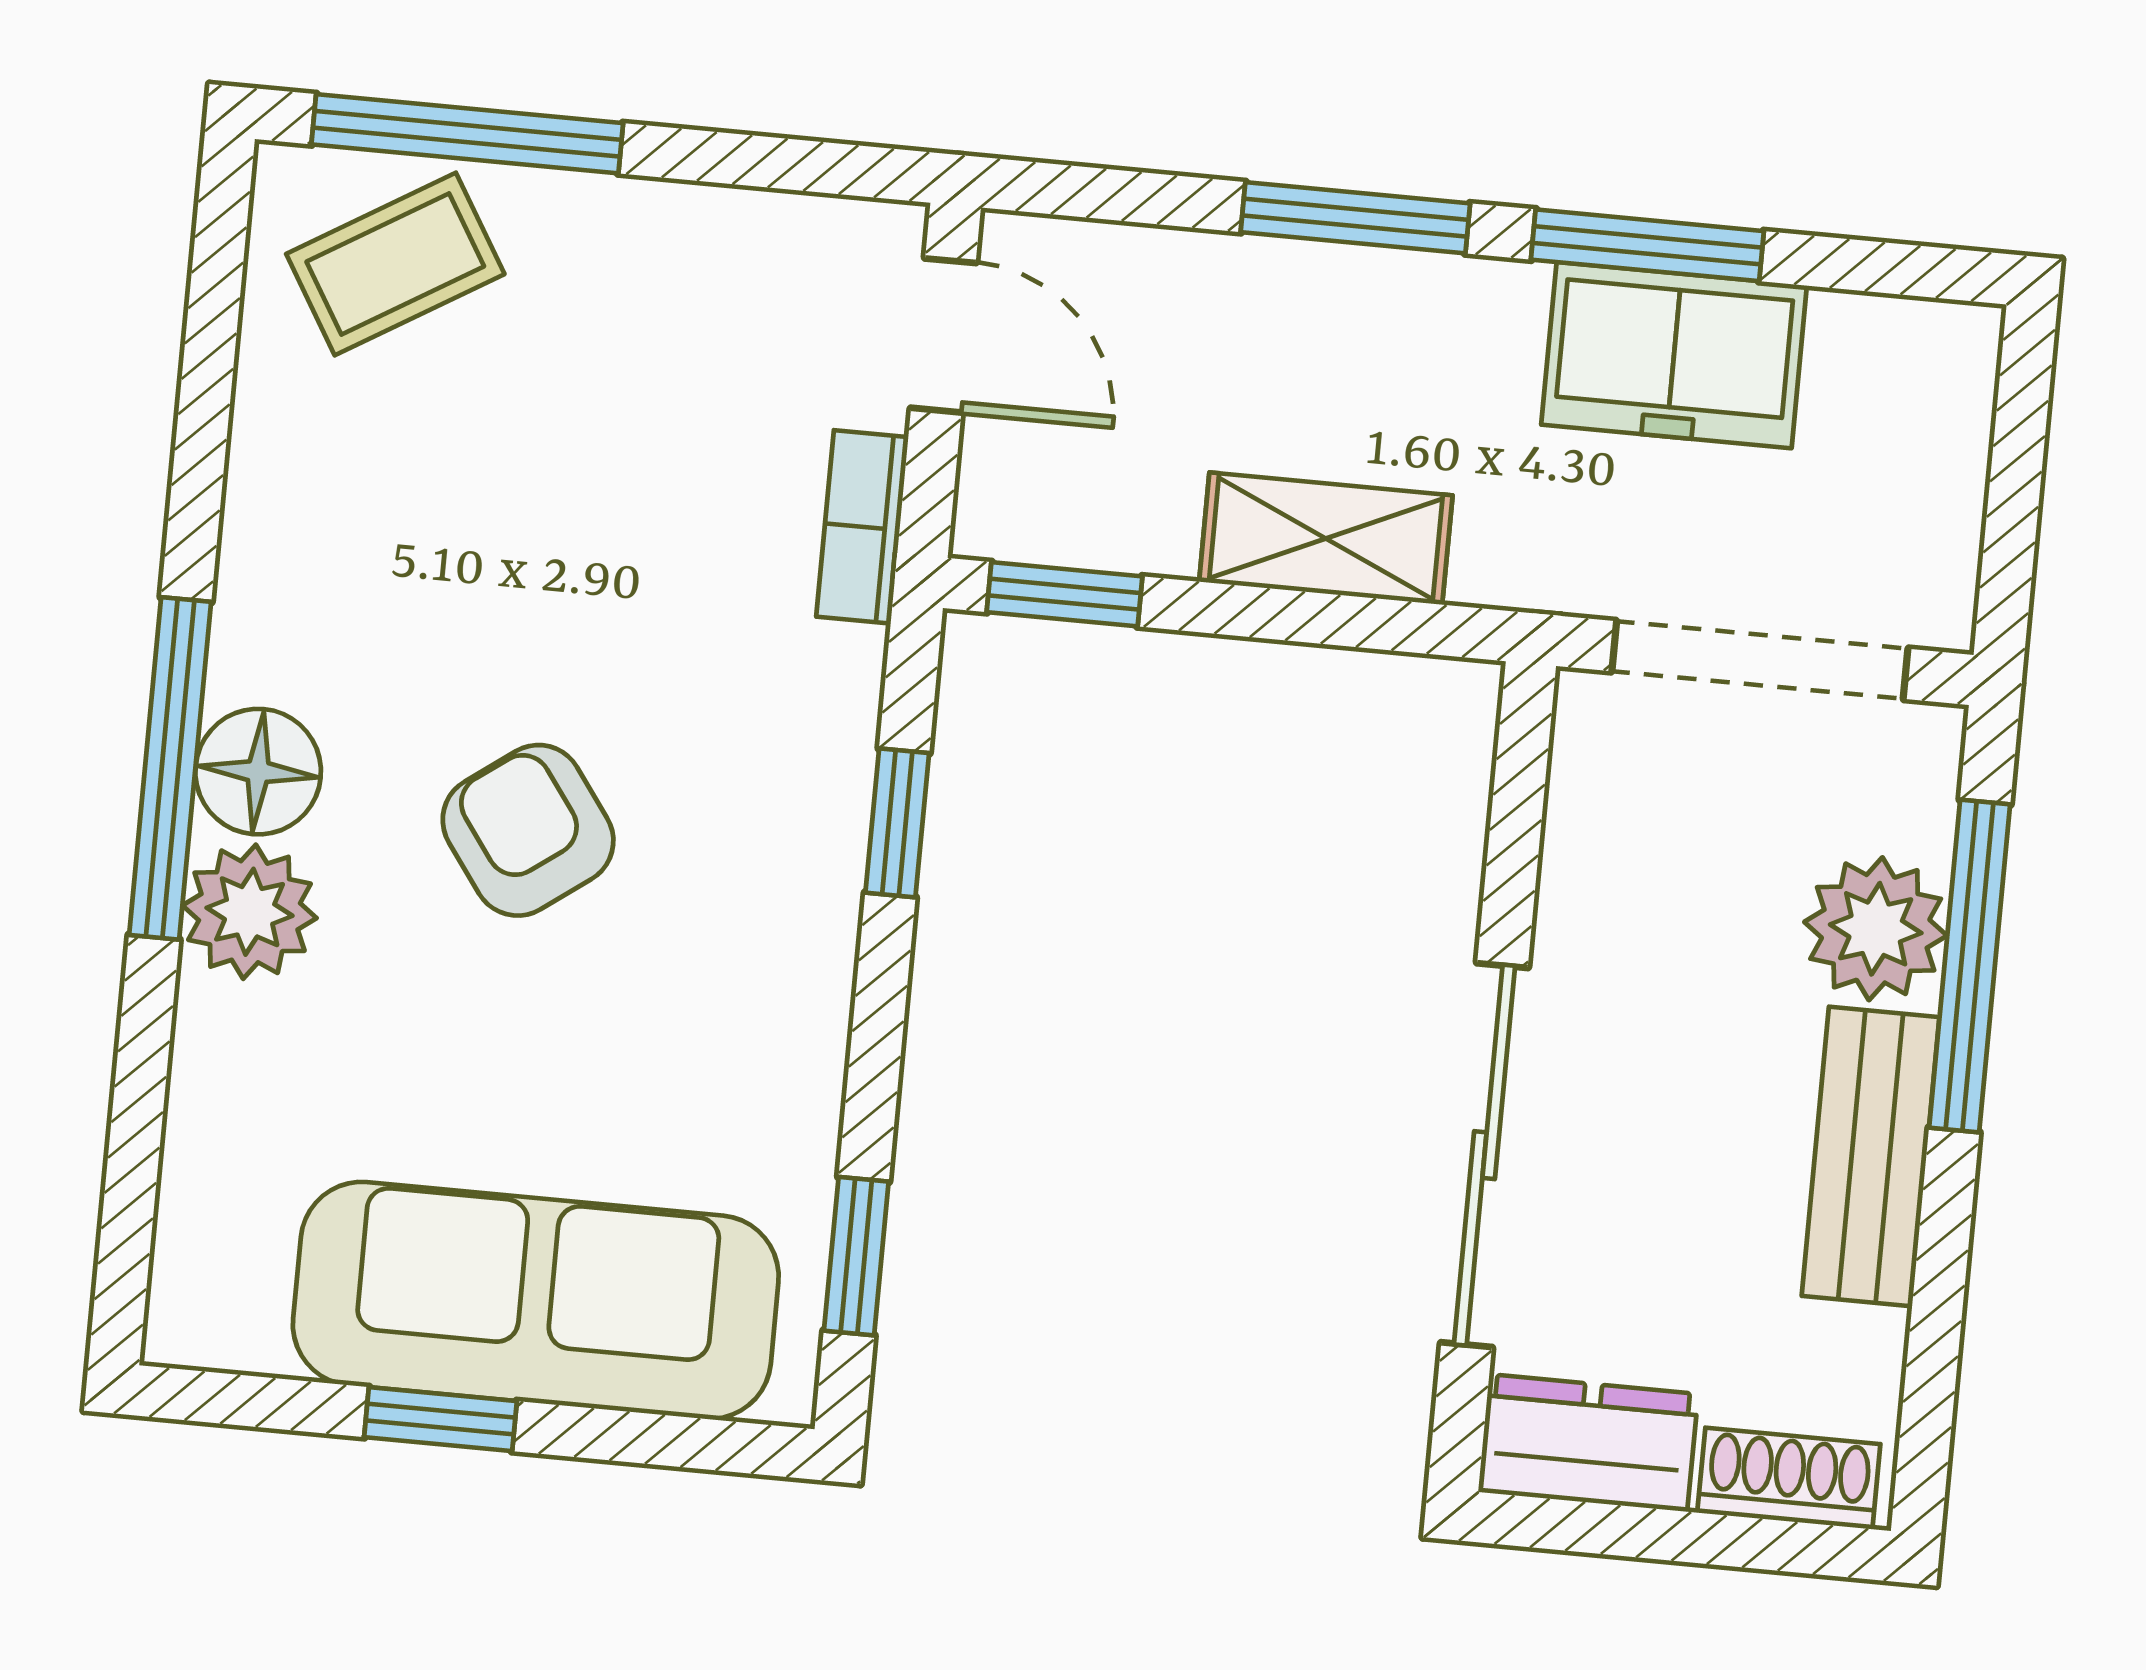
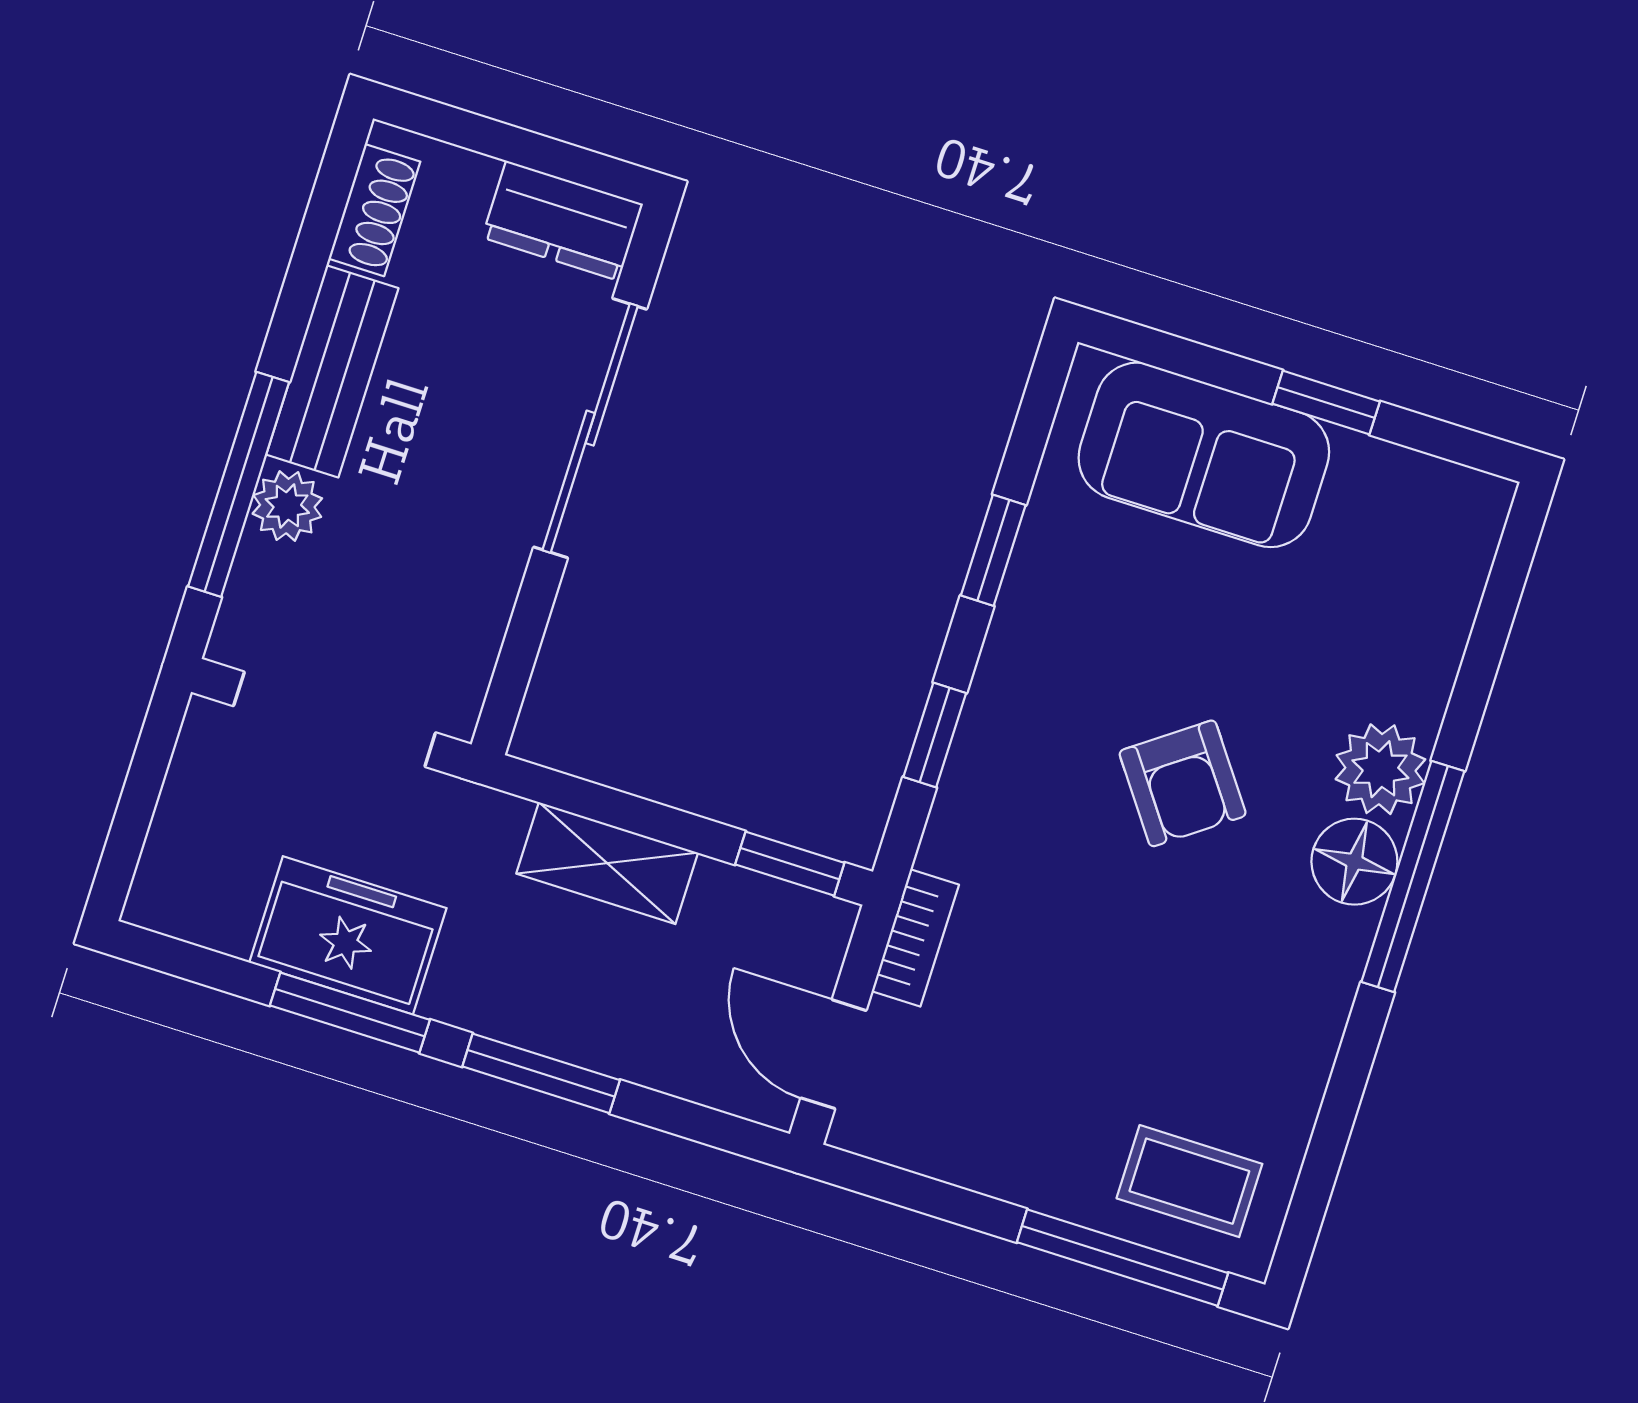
coffee table: (395, 264) -> (1189, 1181), turned 31
plant: (1876, 929) -> (287, 506), width x0.73, depth x0.73
window: (856, 1256) -> (993, 550), moved
sofa: (536, 1300) -> (1204, 455), width x0.73
shoe rack: (1789, 1478) -> (374, 210), moved, turned -90

